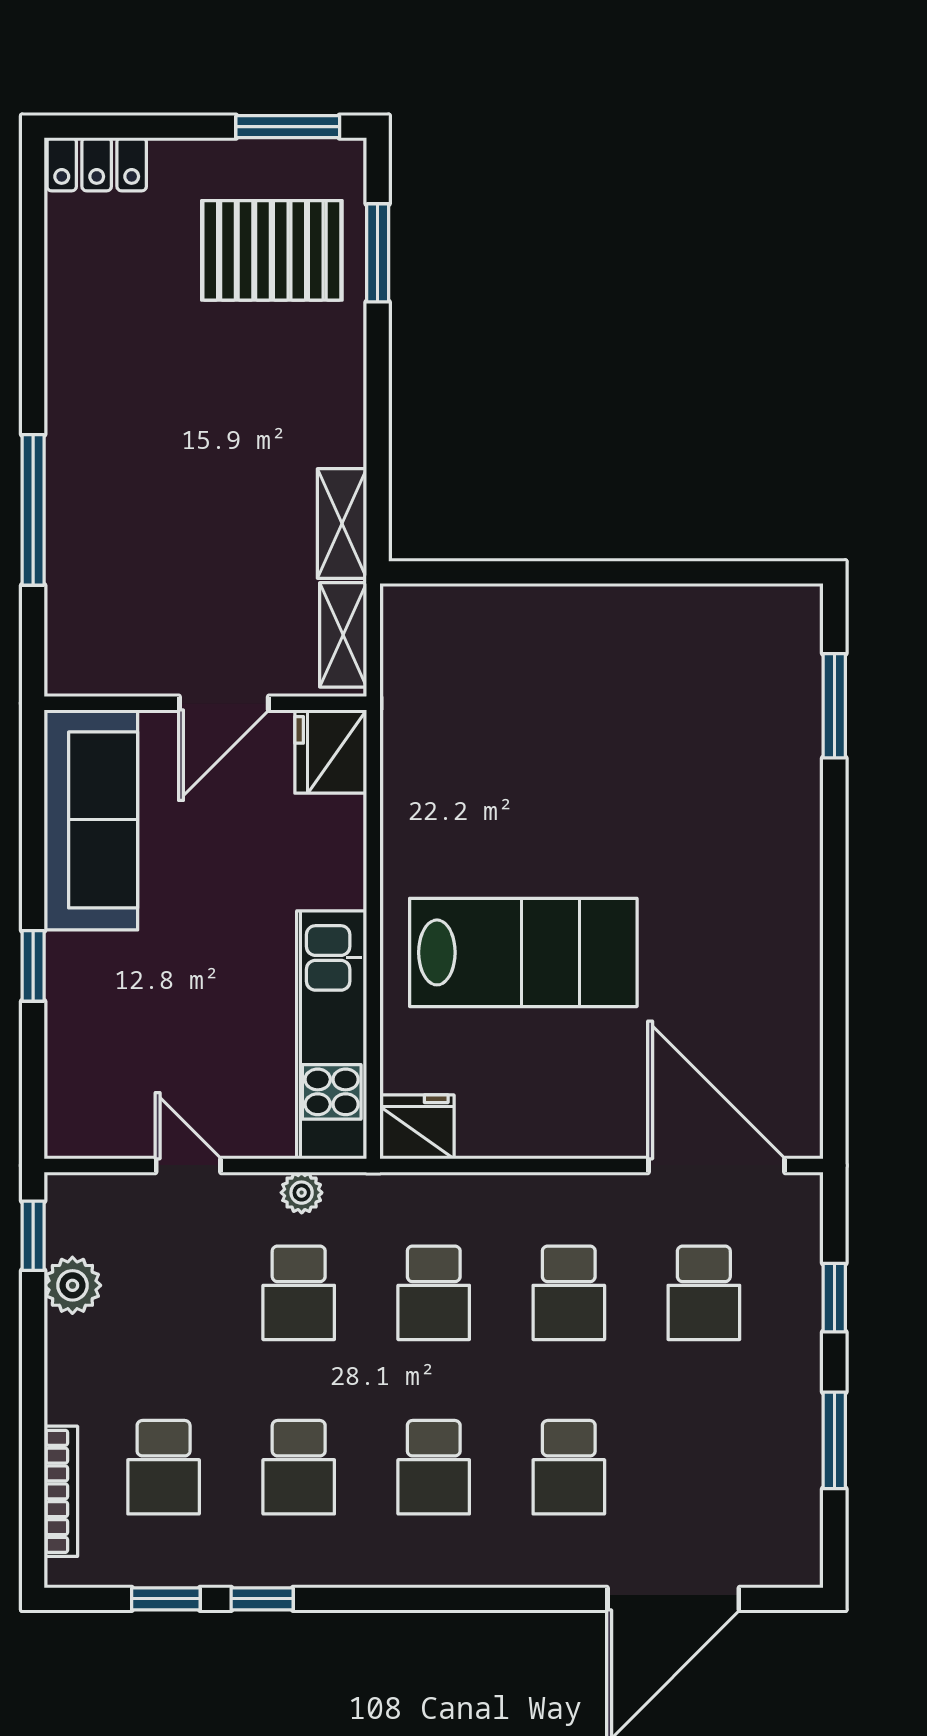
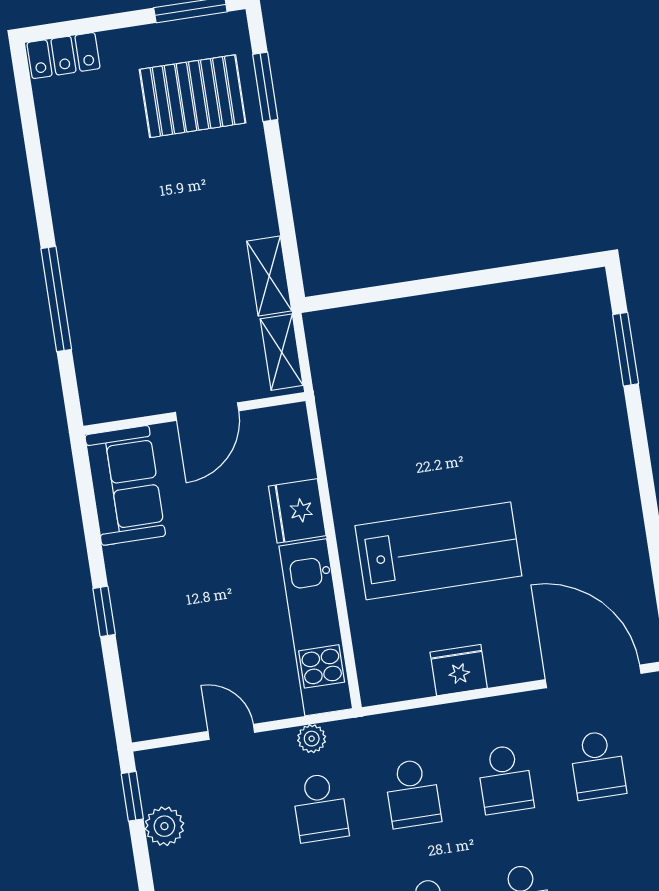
fridge: (331, 752) -> (297, 511), moved
sofa: (91, 820) -> (125, 485), width x0.73
fridge: (417, 1127) -> (459, 670), moved

